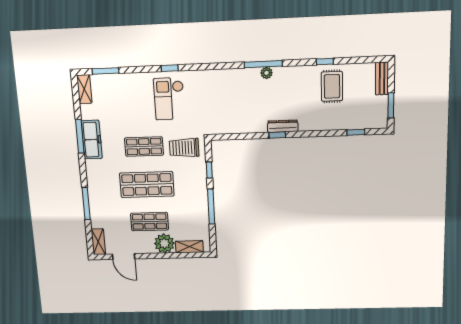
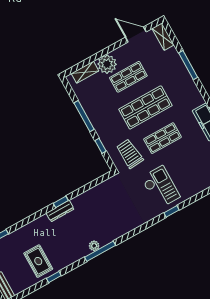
trolley: (184, 148) -> (130, 154), turned -95

